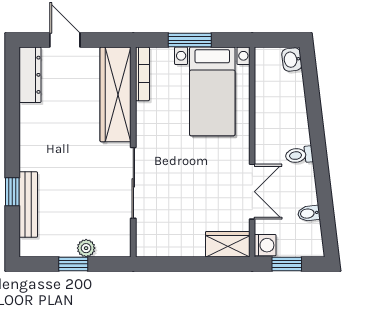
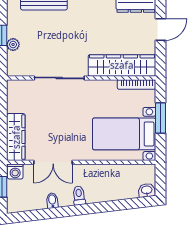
bidet: (309, 213) -> (52, 201), moved
wardrobe: (228, 244) -> (16, 137), width x1.50

